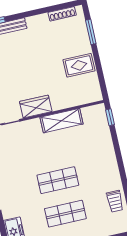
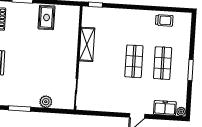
wardrobe: (36, 107) -> (70, 62), removed

